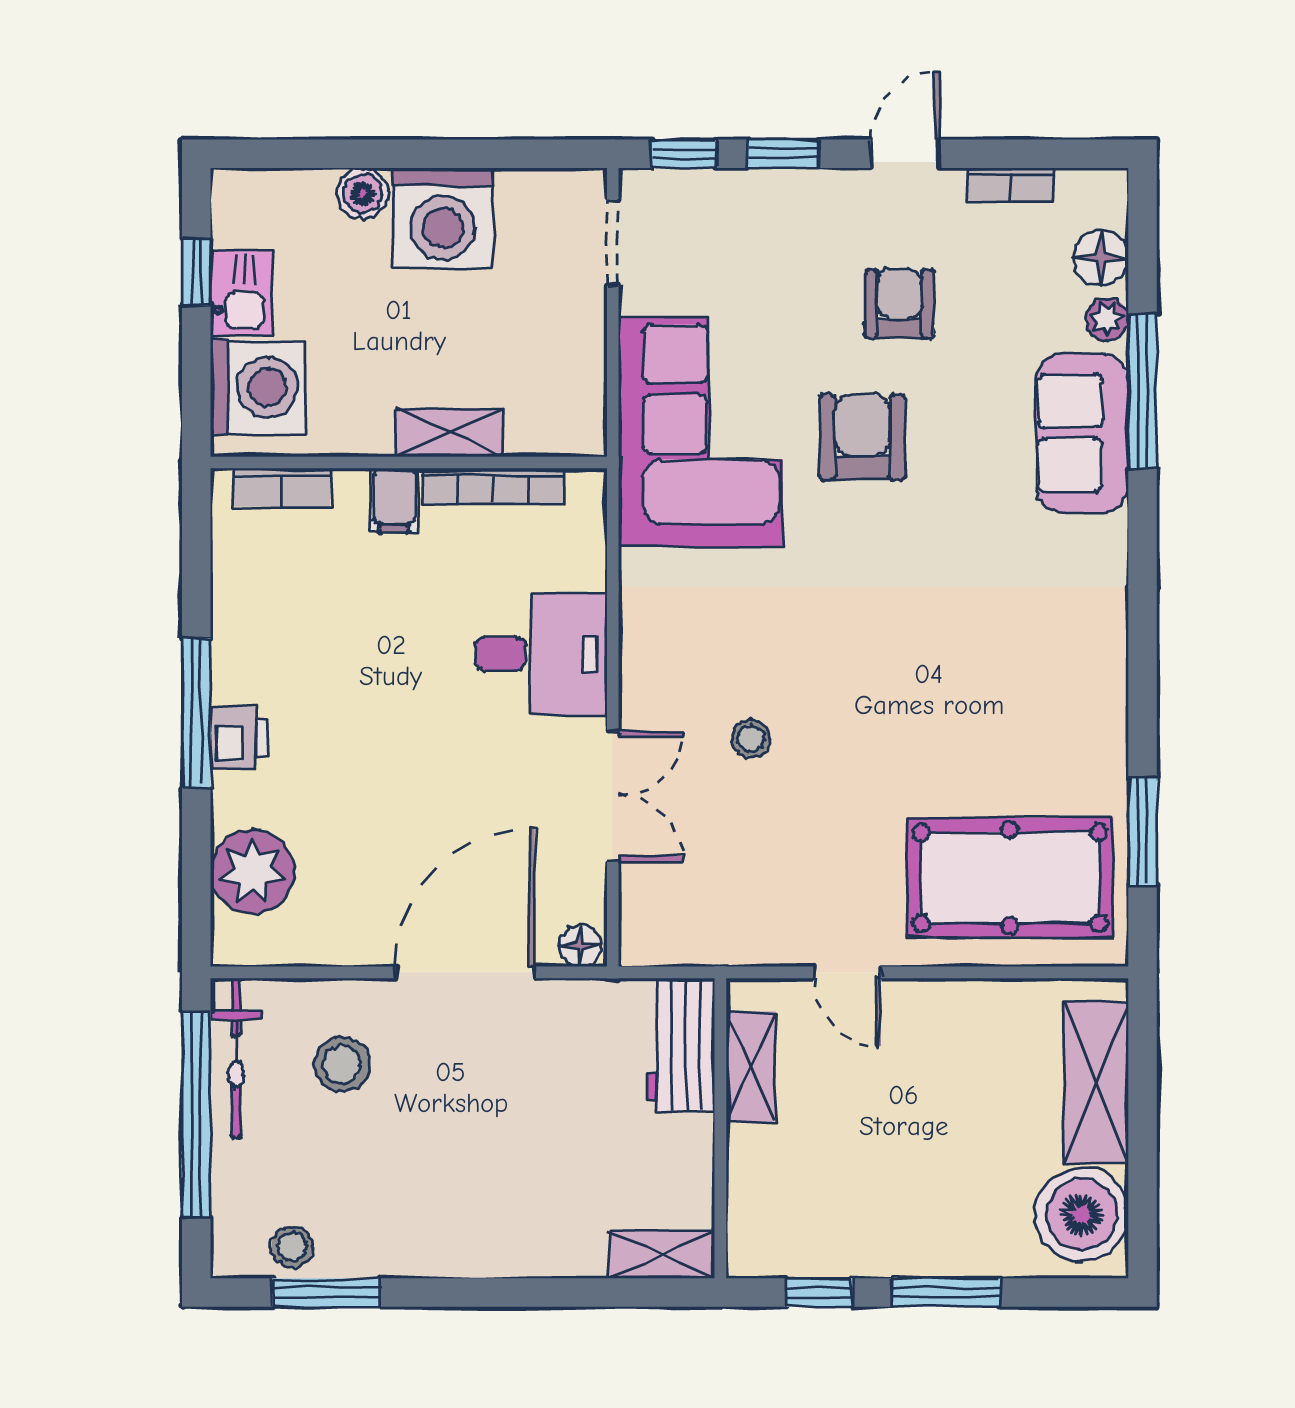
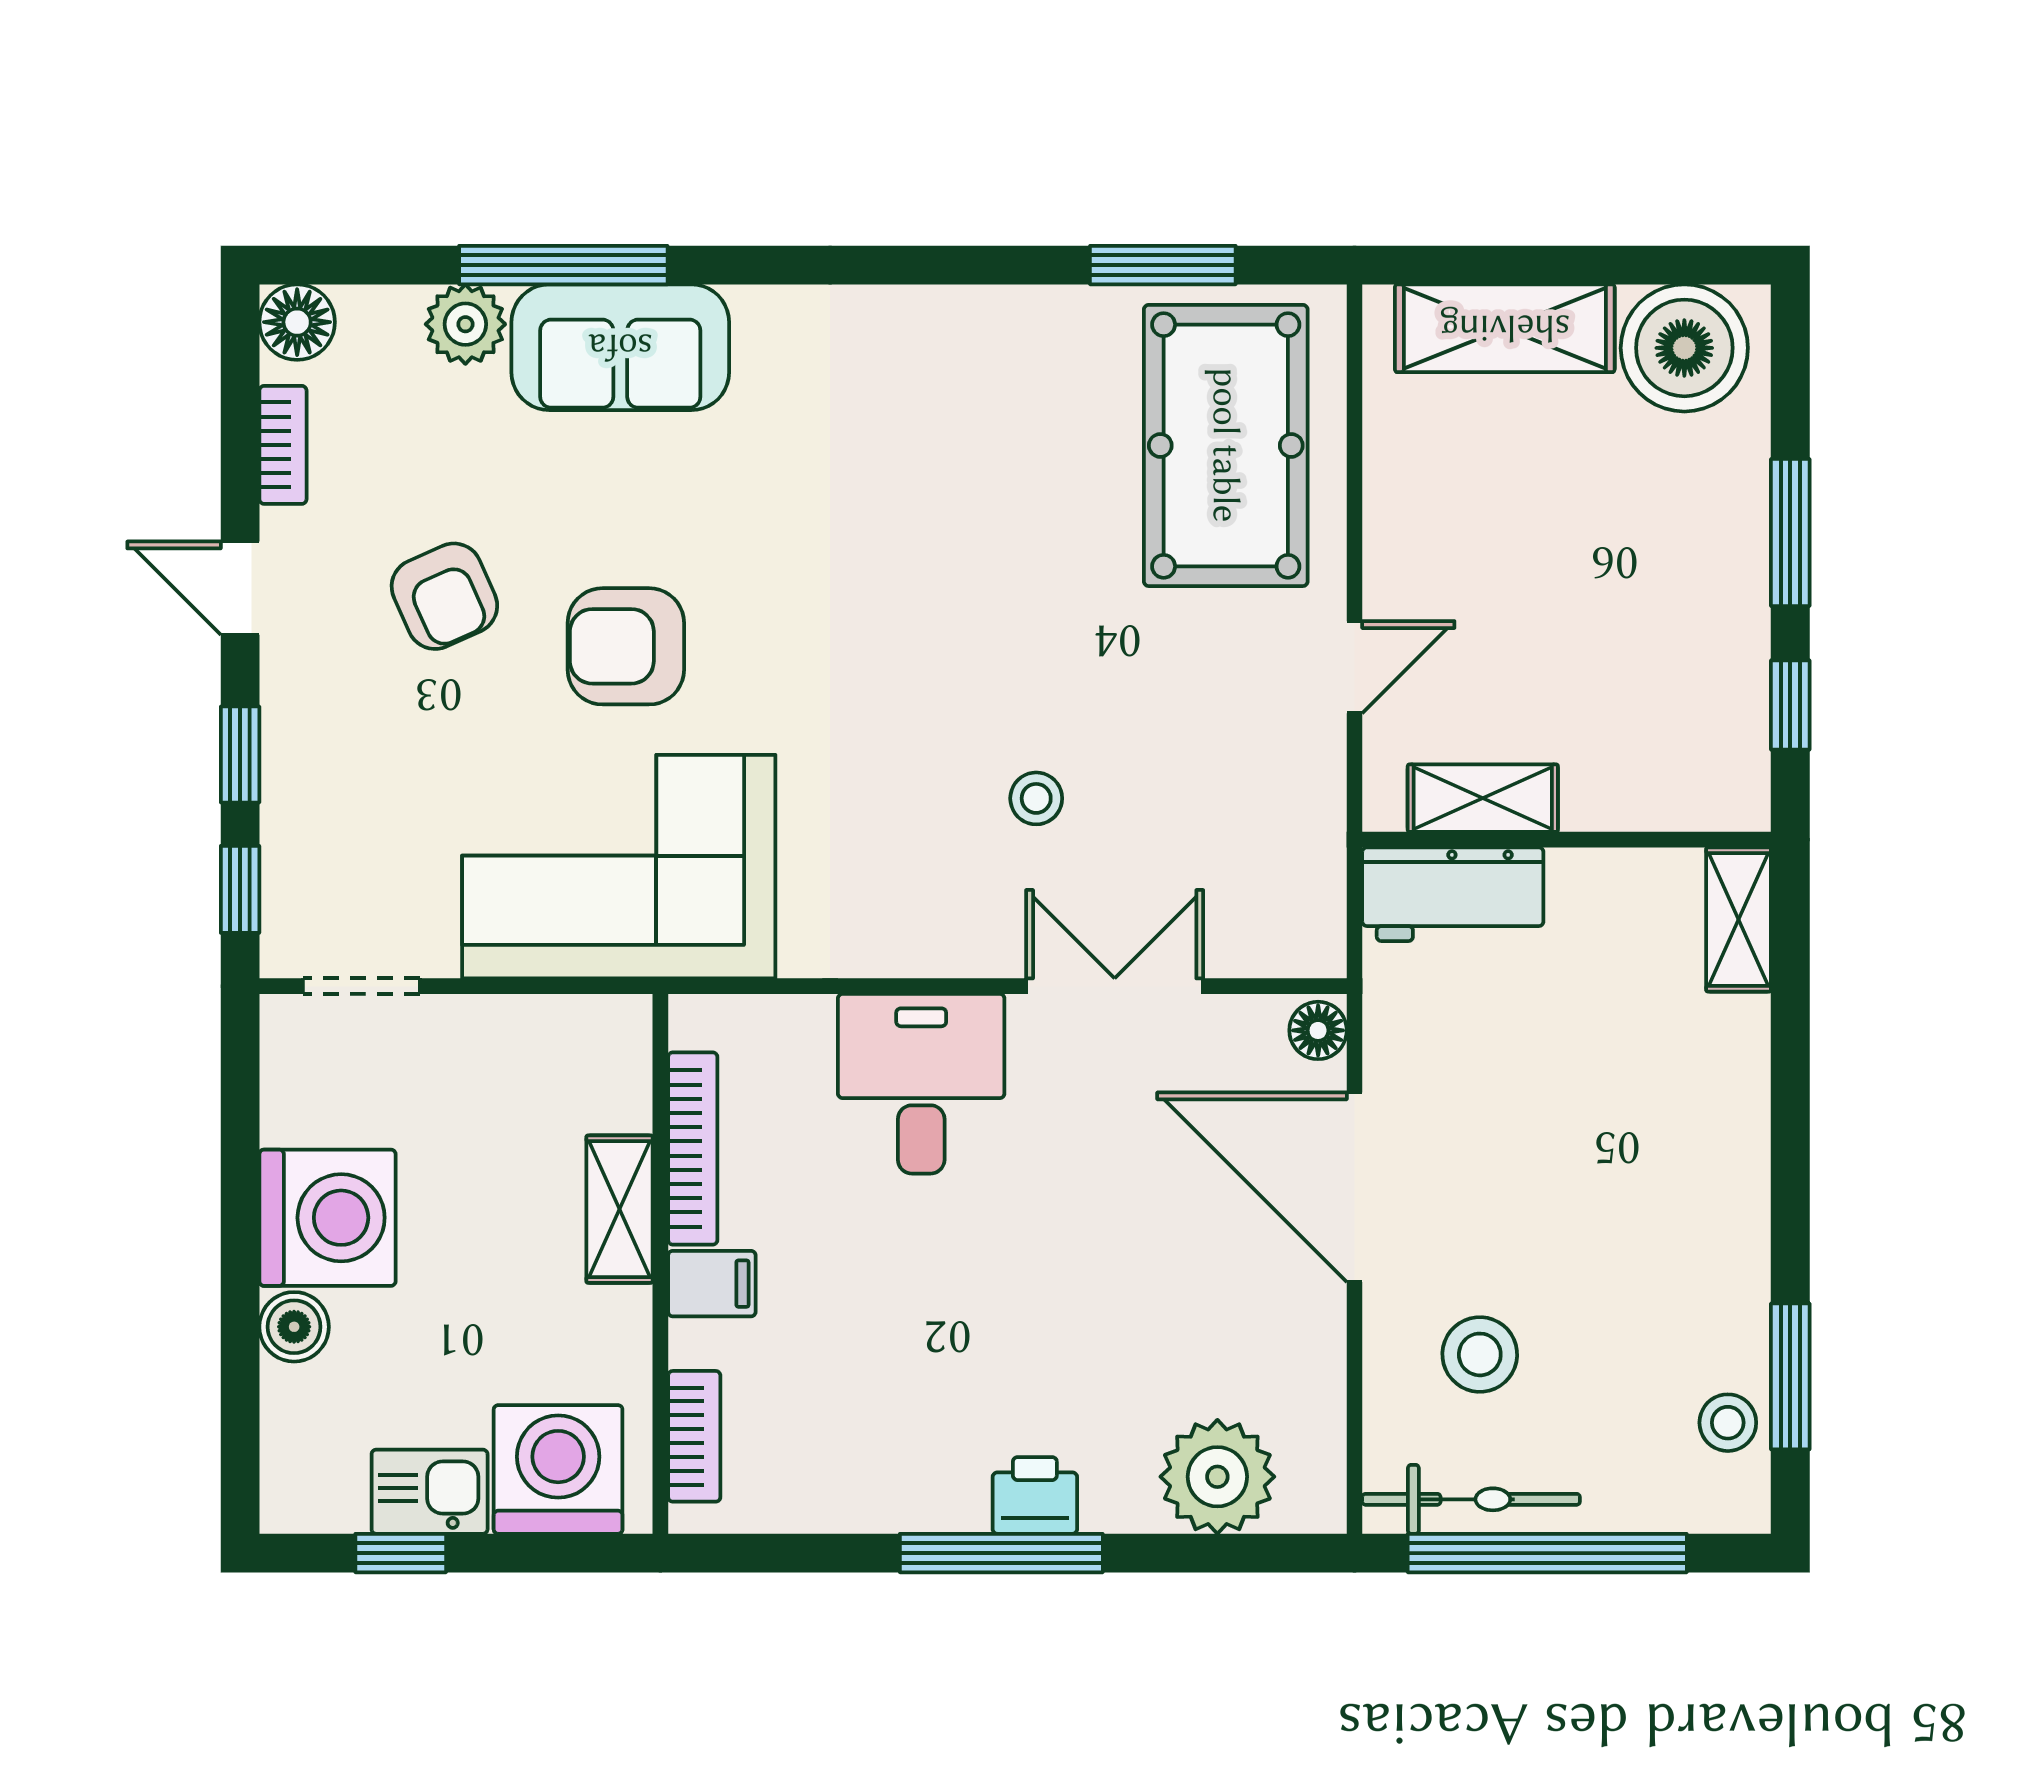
floor lamp: (1101, 258) -> (297, 322), moved
armchair: (899, 304) -> (444, 596), turned -114
plant: (1107, 319) -> (465, 324), width x1.38, depth x1.38

